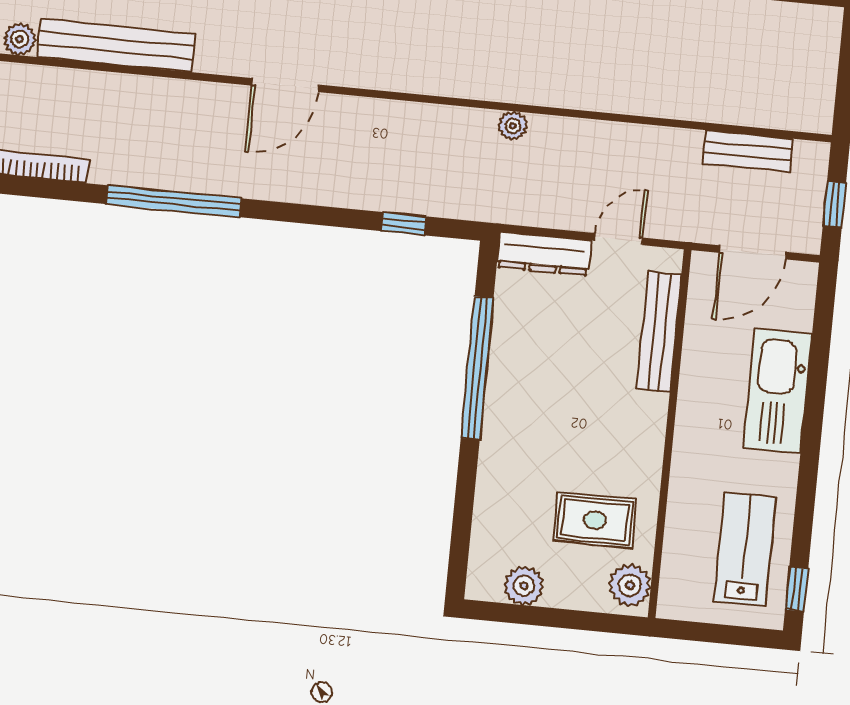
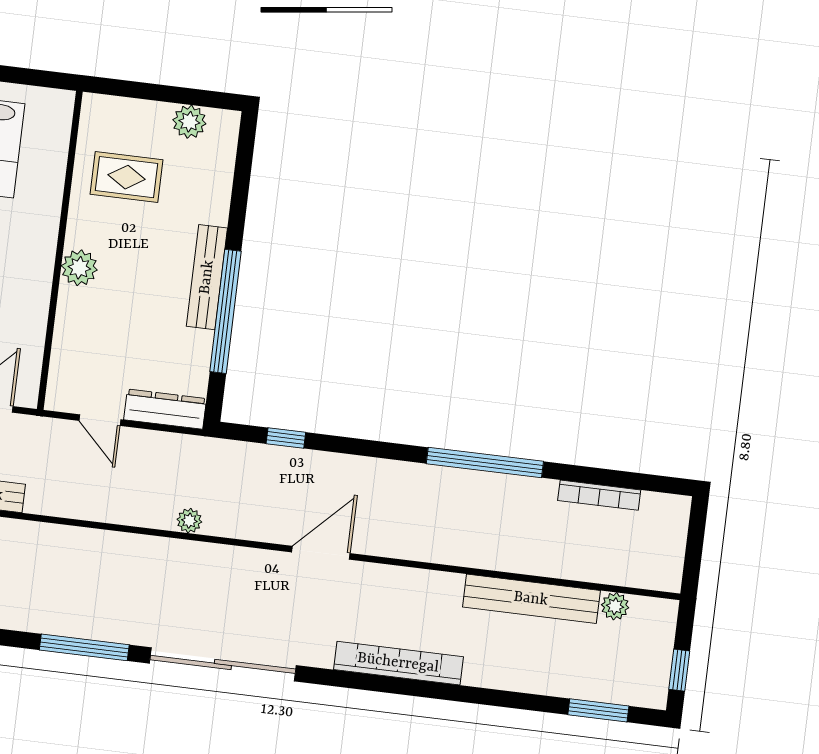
door: (285, 85) -> (321, 553), moved
door: (619, 239) -> (100, 420), hinge flipped
bench: (659, 332) -> (207, 277), moved
plant: (630, 585) -> (79, 268), moved

